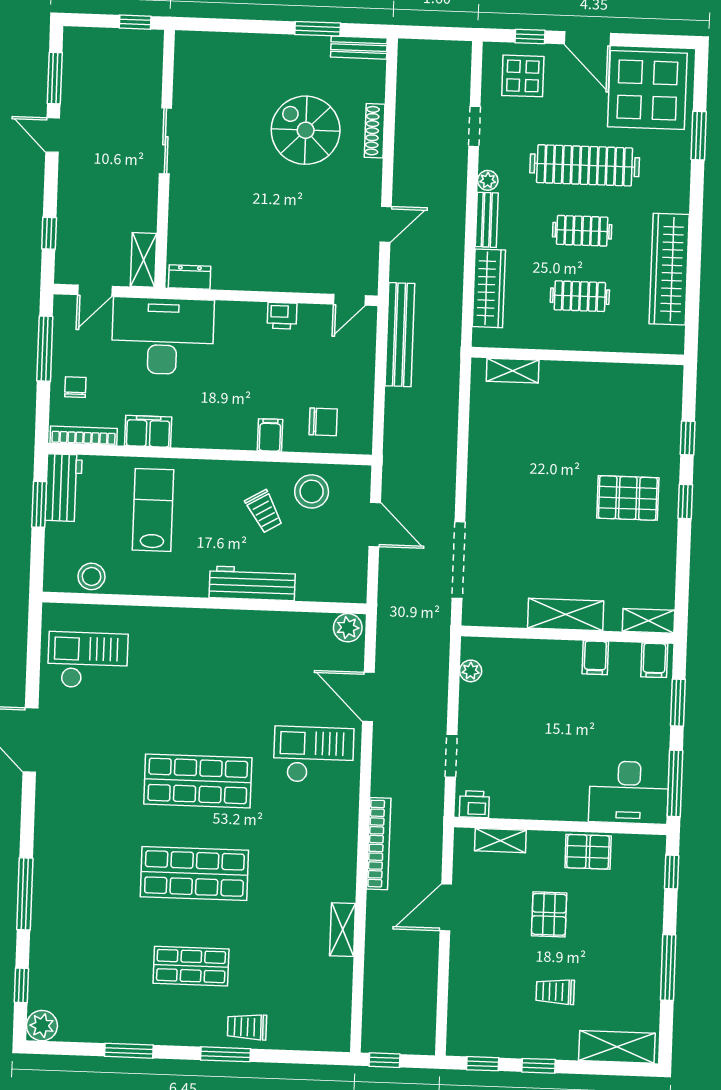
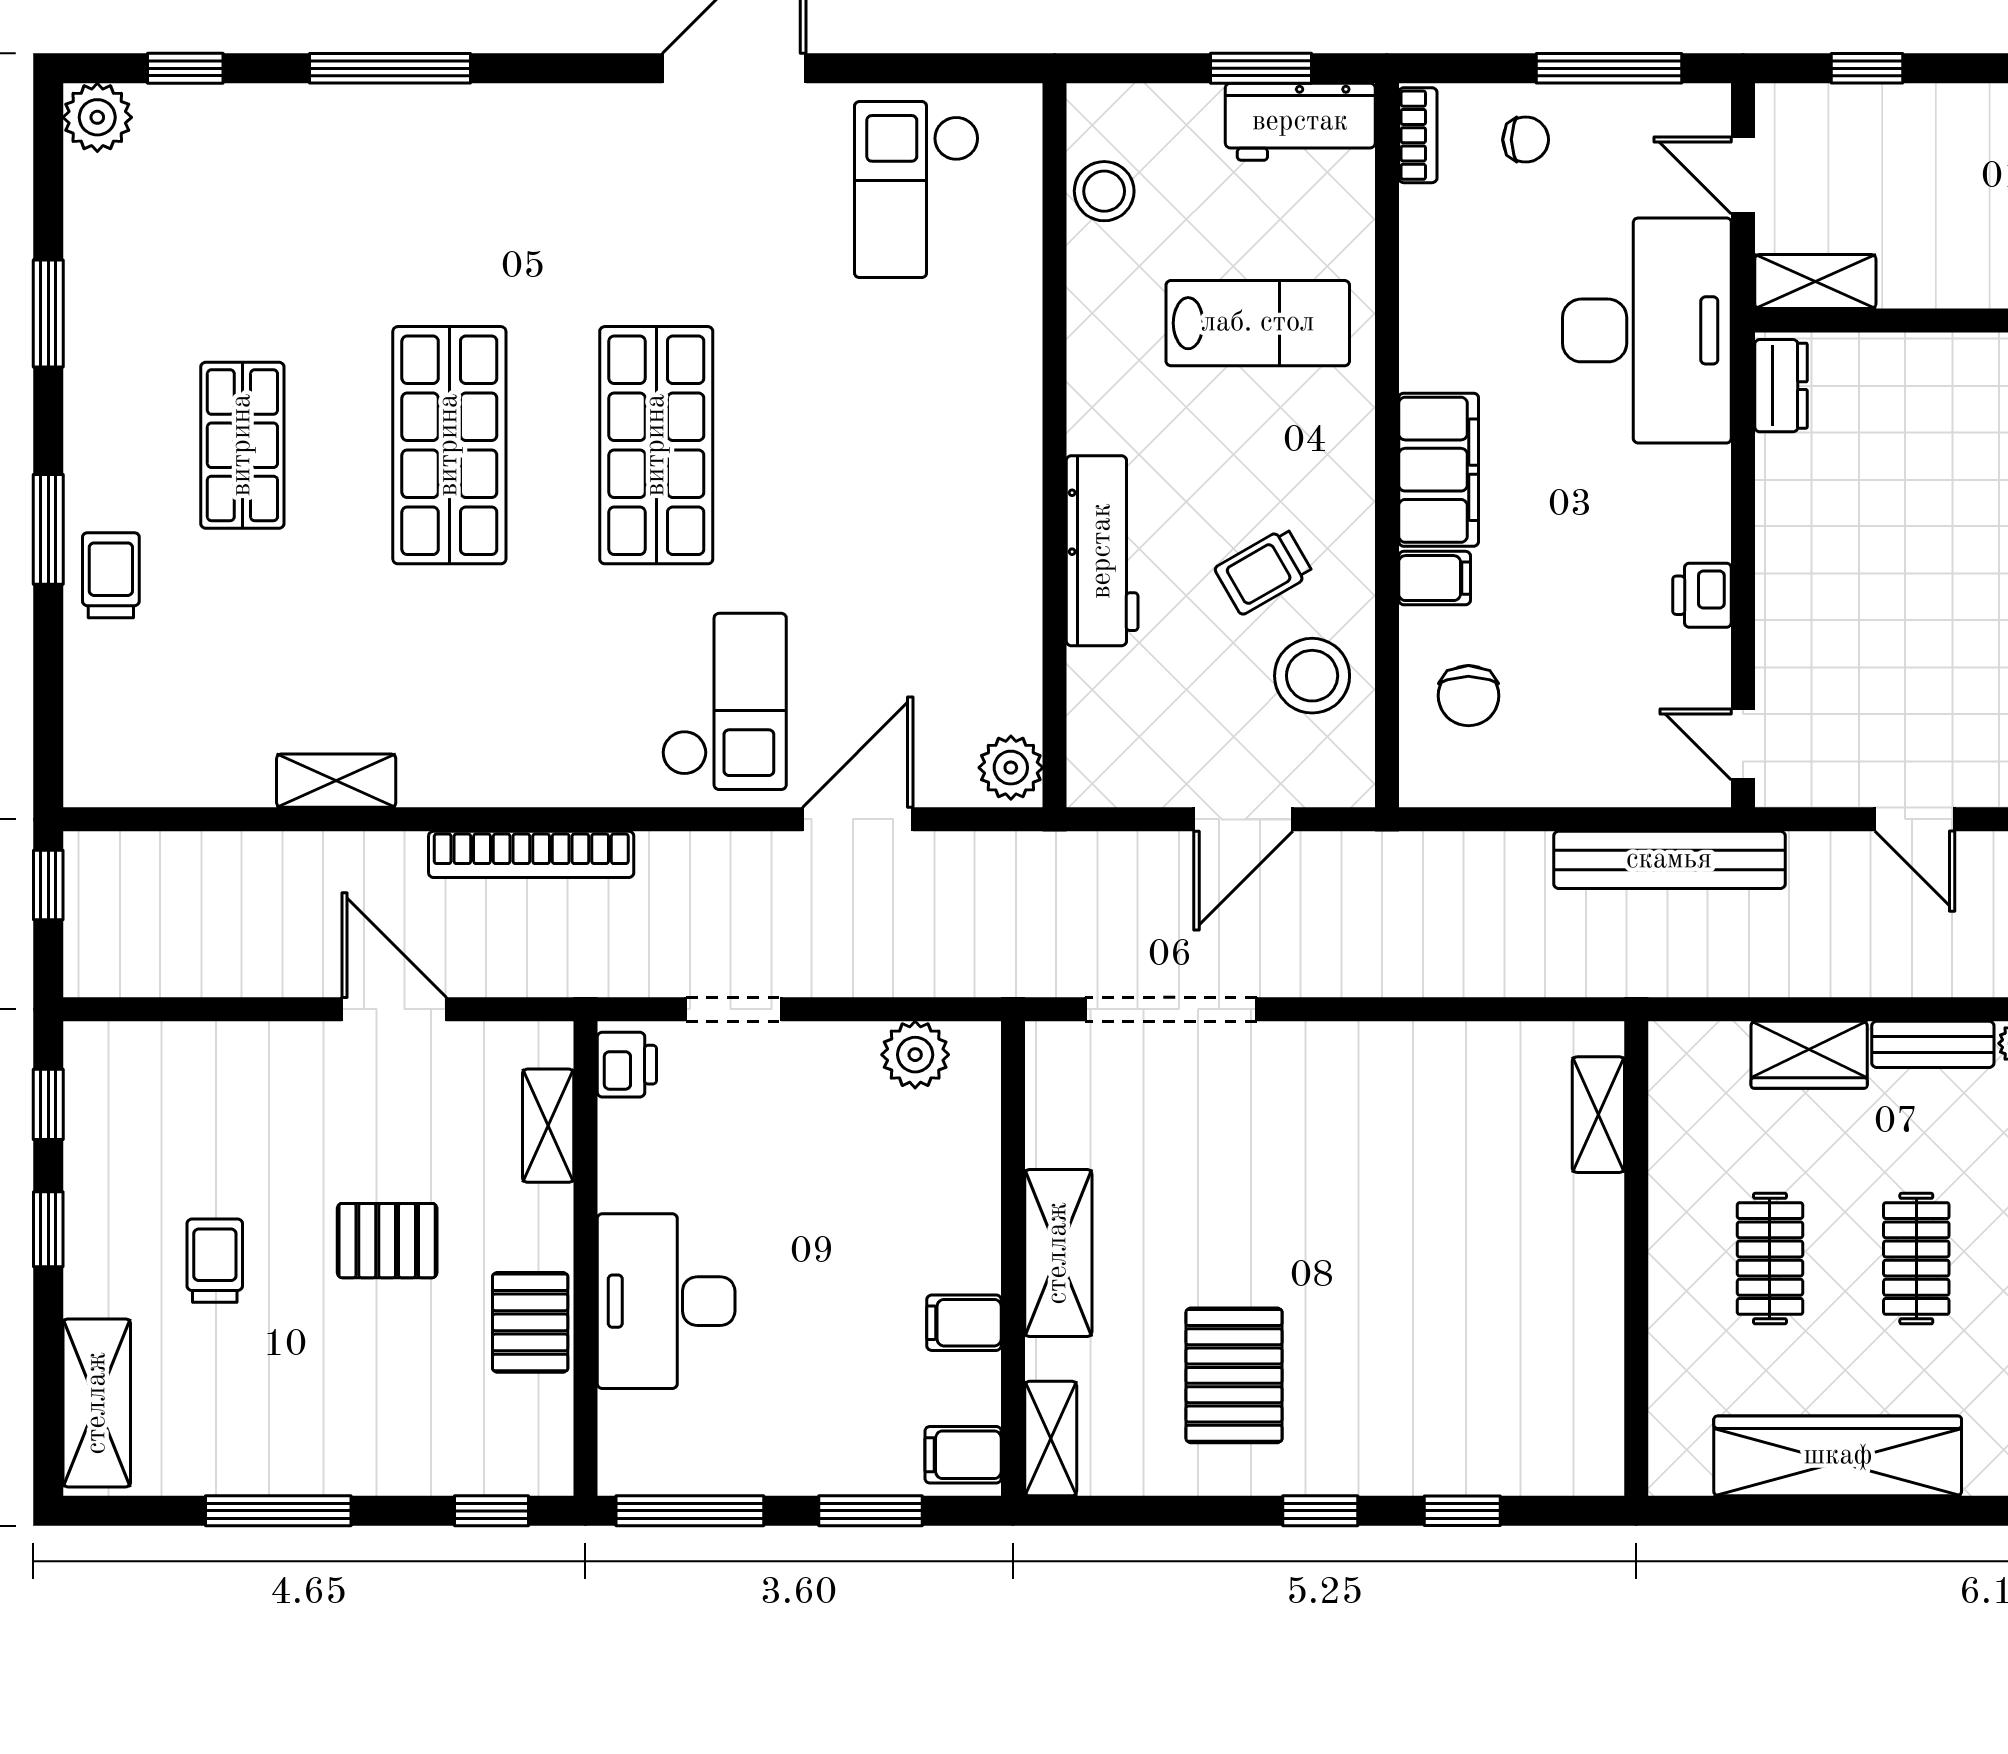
wardrobe: (489, 288) -> (1809, 1055), width x0.67
filing cabinet: (148, 431) -> (1439, 470), moved, width x1.50, depth x1.17
bookcase: (84, 436) -> (1418, 135), width x0.64
pallet: (628, 498) -> (1234, 1375), moved
checkout: (88, 660) -> (917, 190), turned 180
plant: (471, 671) -> (915, 1055), width x1.38, depth x1.38
desk: (629, 792) -> (666, 1301), moved

